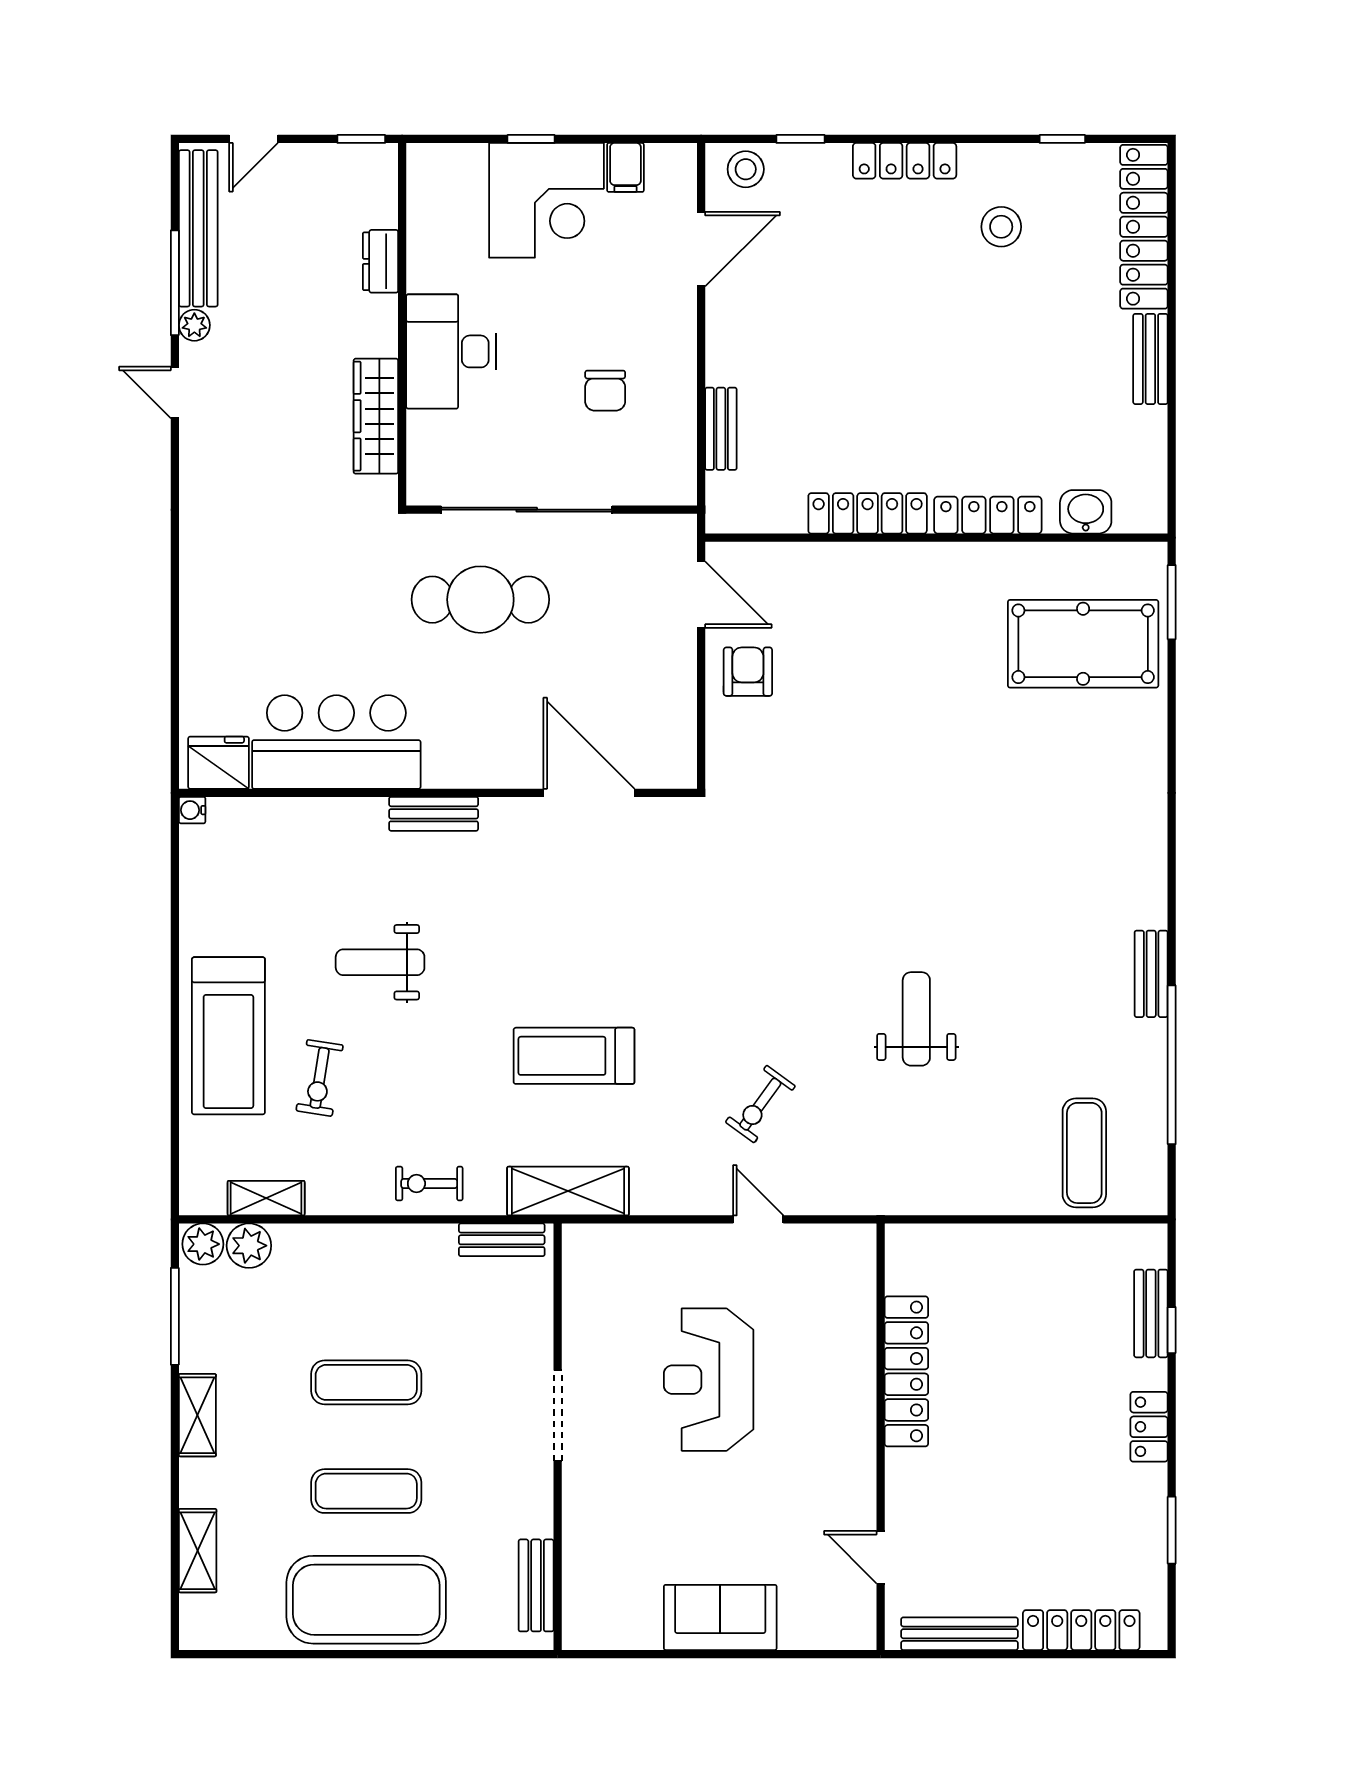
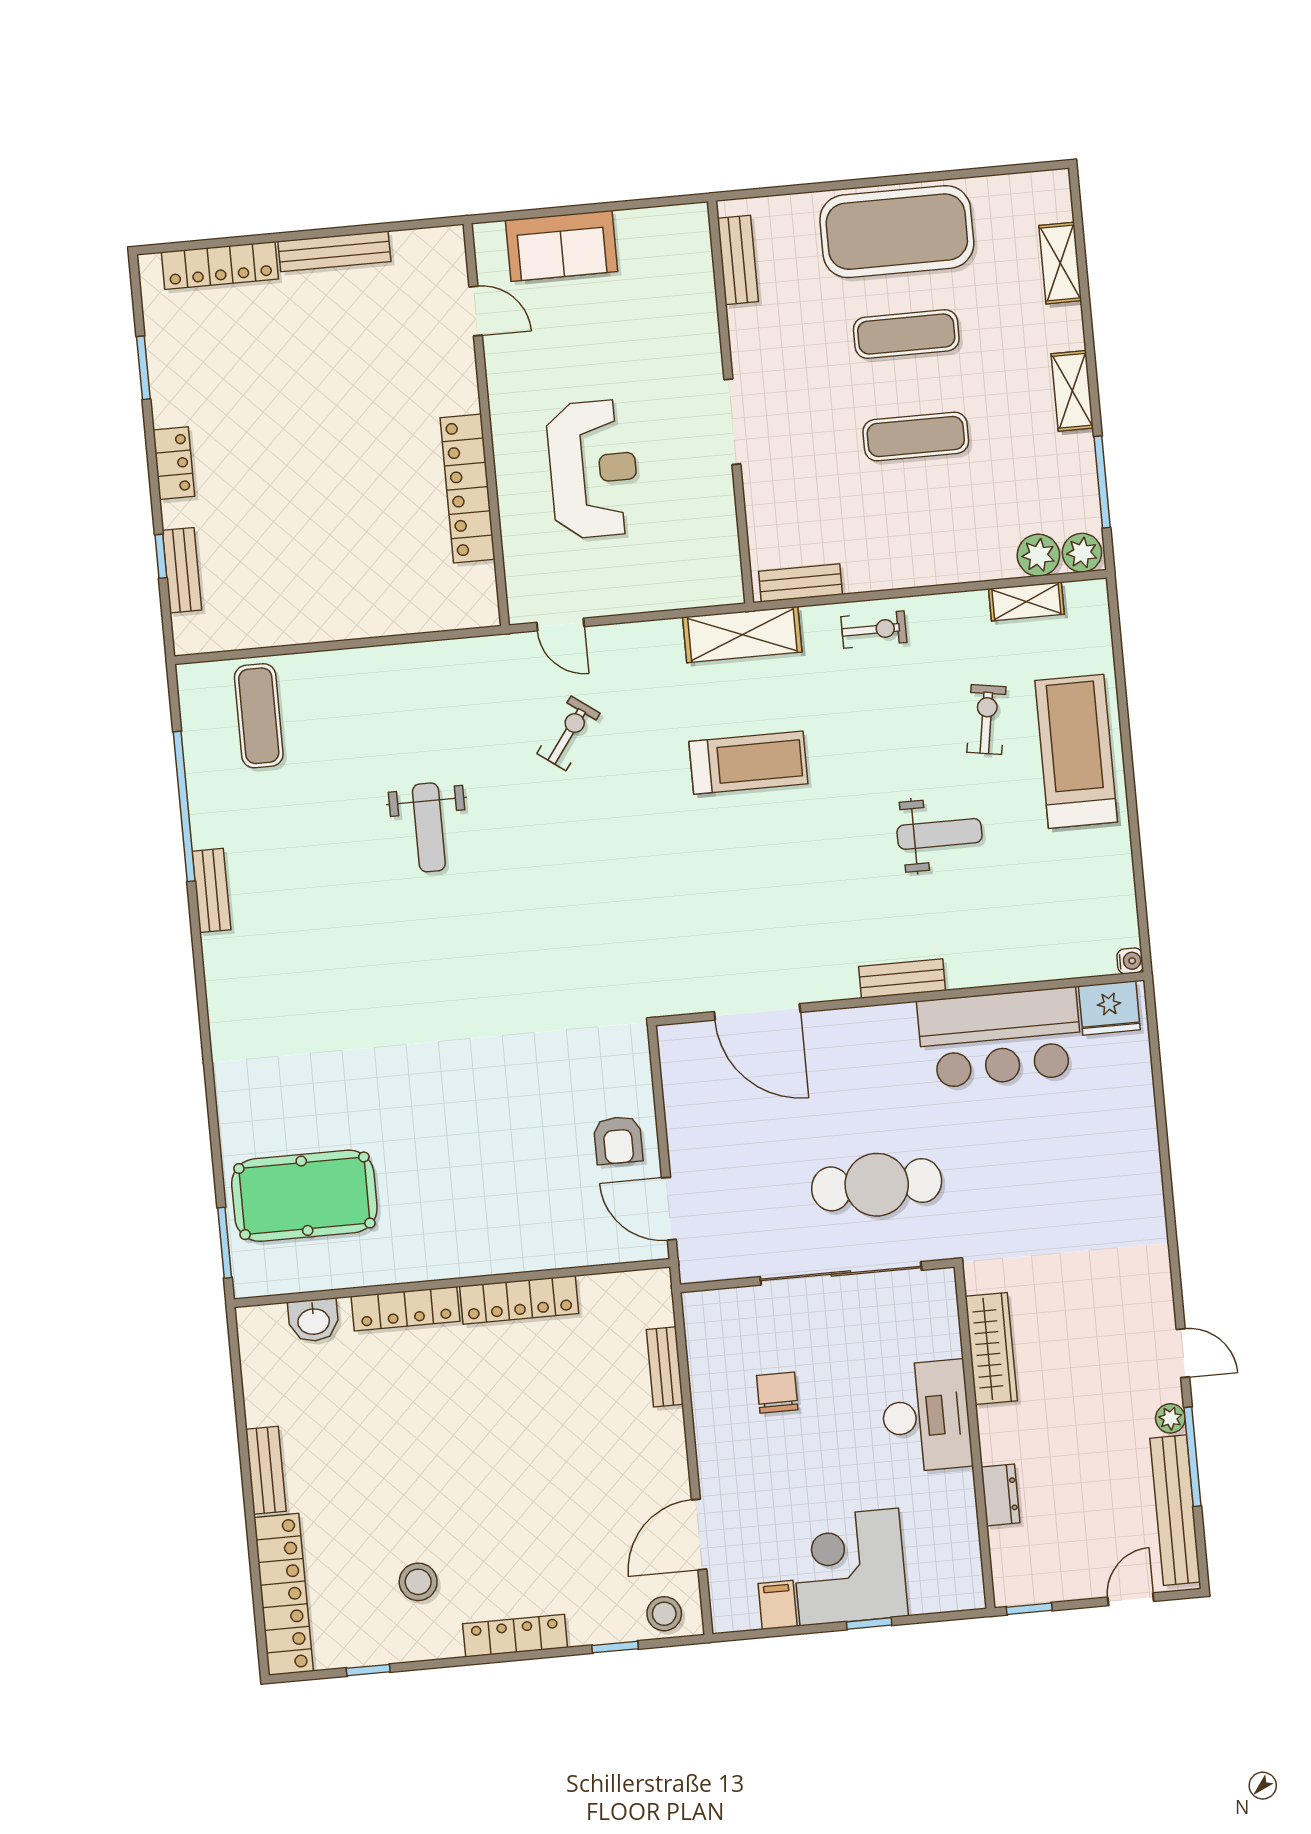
locker: (906, 1371) -> (468, 489), moved
wall: (881, 1437) -> (486, 425), moved
door: (881, 1557) -> (476, 311), moved

